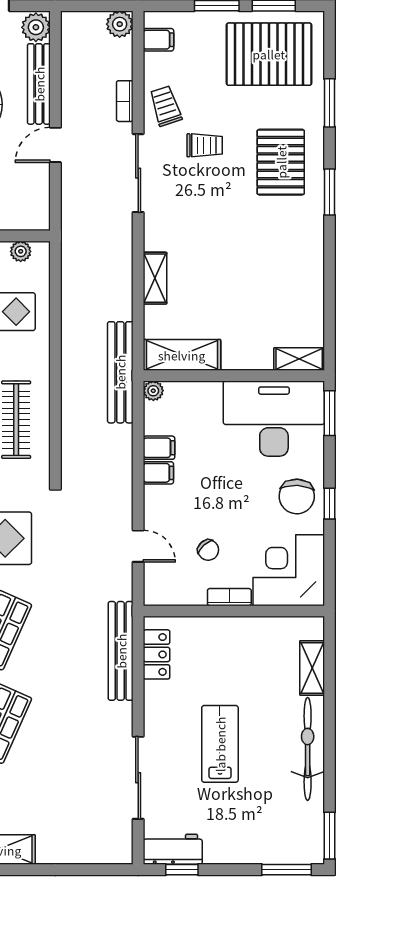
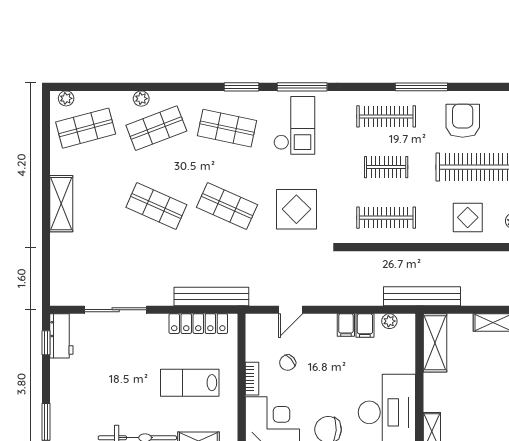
plant: (153, 391) -> (389, 321), moved
locker: (156, 654) -> (198, 324), width x1.53
lab bench: (220, 744) -> (190, 383), moved, turned 180

